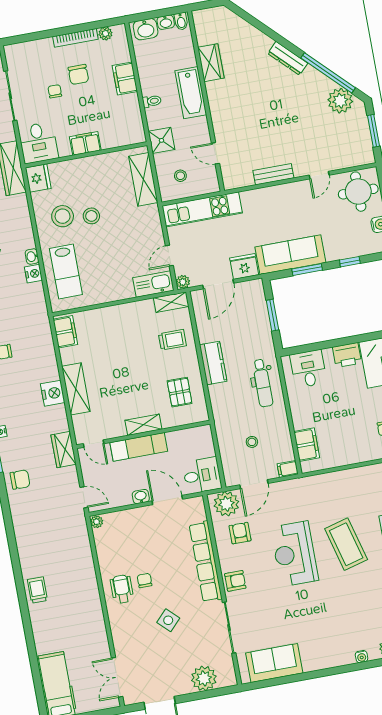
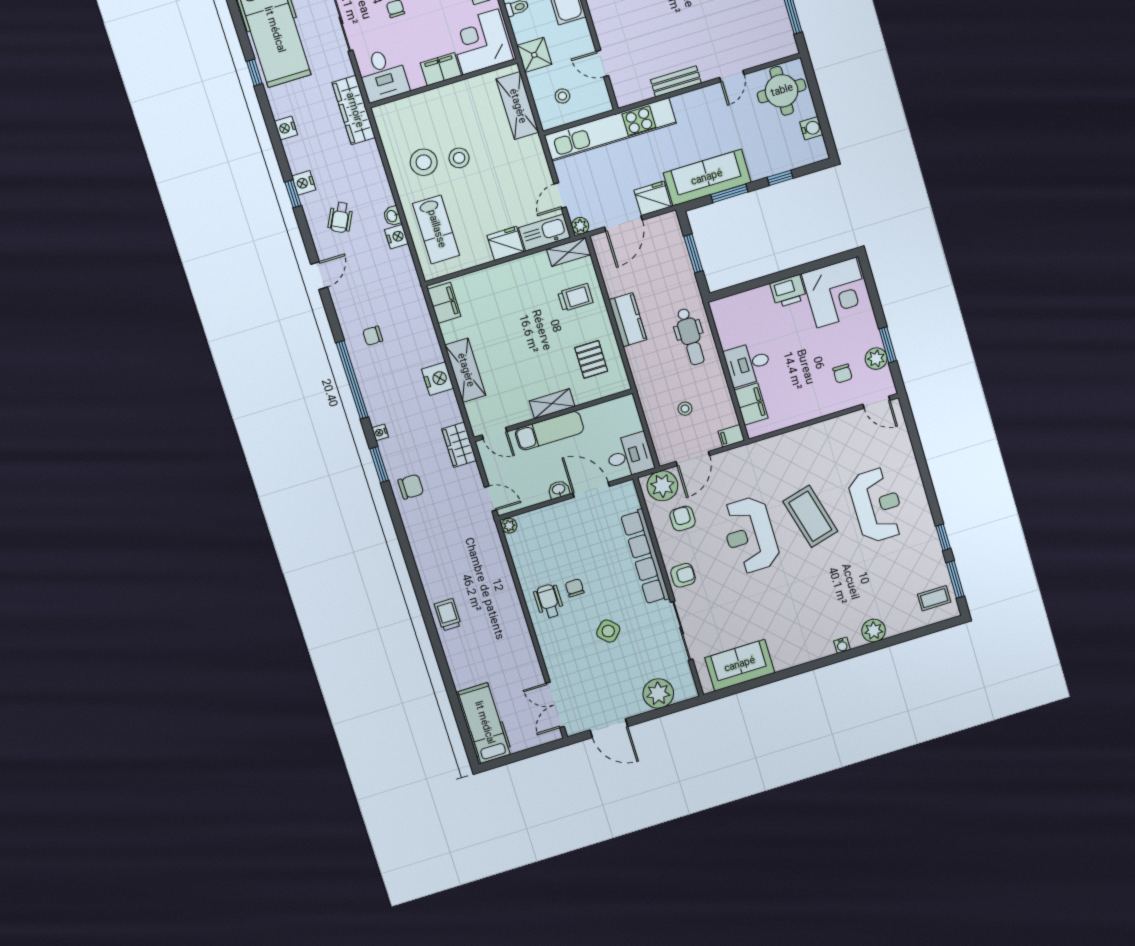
corner desk: (120, 125) -> (481, 42), added
fridge: (38, 178) -> (505, 243), moved, turned -90
kitchen unit: (202, 209) -> (610, 129), width x1.36
desk: (308, 369) -> (748, 364), moved, turned -90

